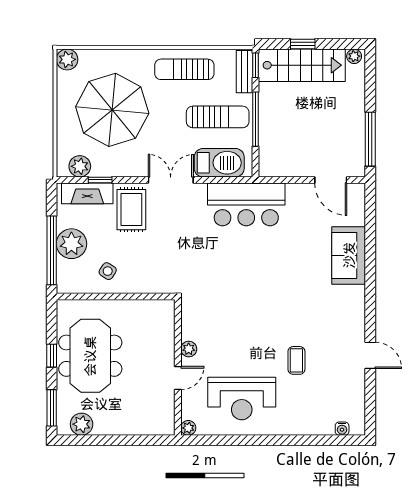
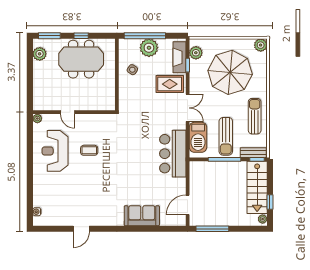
window: (303, 44) -> (270, 202), moved
plant: (189, 349) -> (85, 119), removed
coffee table: (296, 360) -> (89, 150), moved

